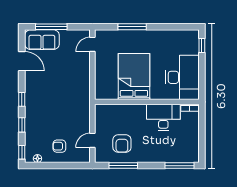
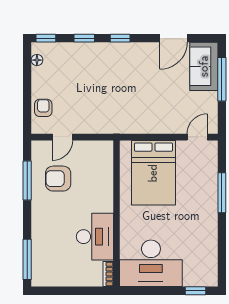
door: (92, 44) -> (197, 137), hinge flipped
bed: (134, 76) -> (153, 173), moved, turned 90
door: (92, 140) -> (62, 137), swing flipped
armchair: (59, 146) -> (43, 108), moved

